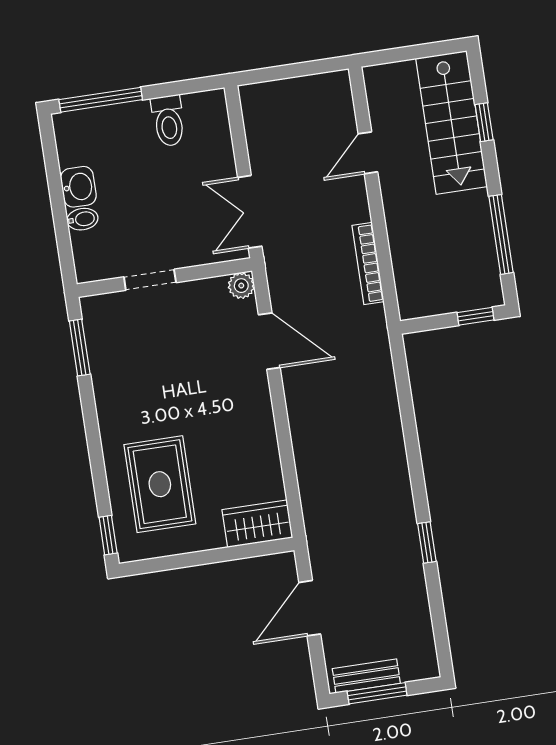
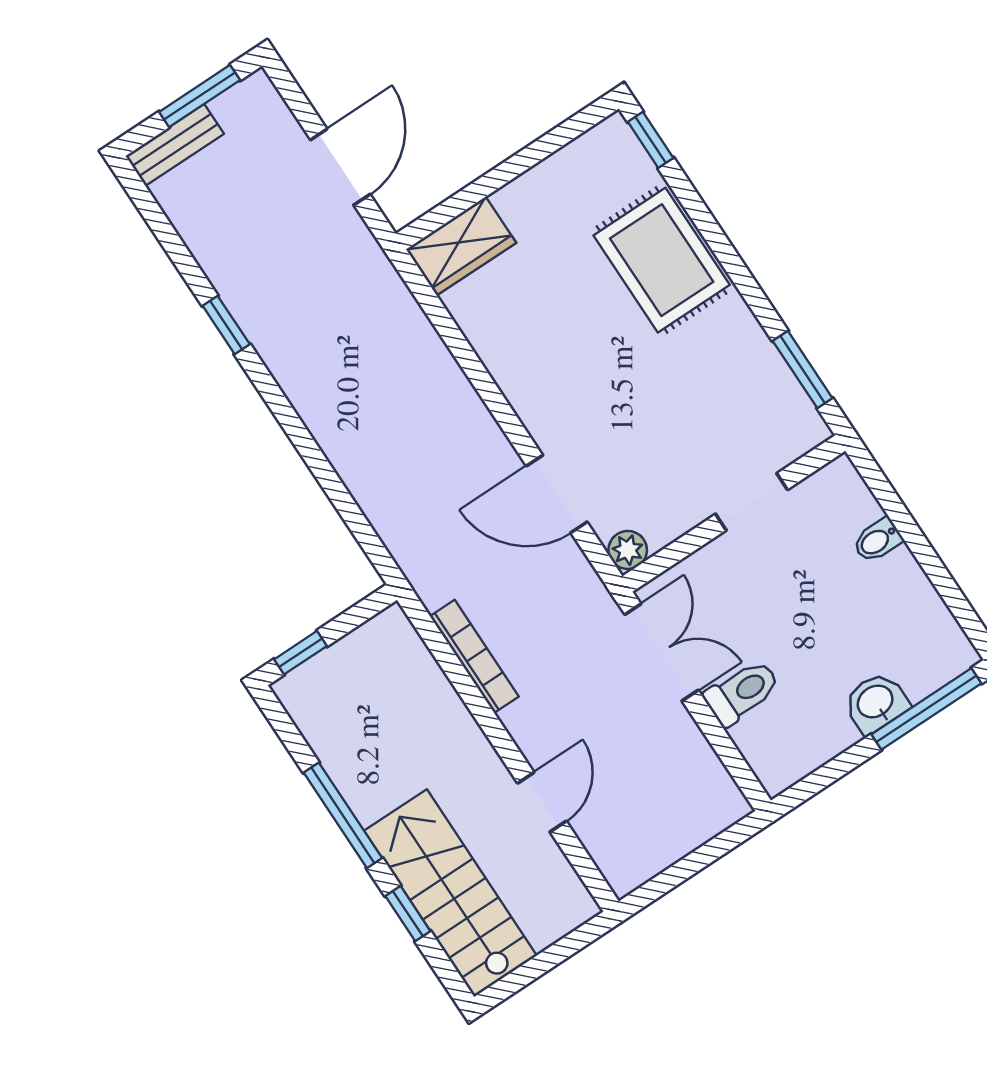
toilet: (168, 121) -> (742, 692), moved, turned 90
washbasin: (78, 187) -> (876, 703), moved, turned 90
window: (501, 234) -> (343, 815), moved
rug: (160, 484) -> (662, 260), moved
bench: (366, 676) -> (175, 145), moved

